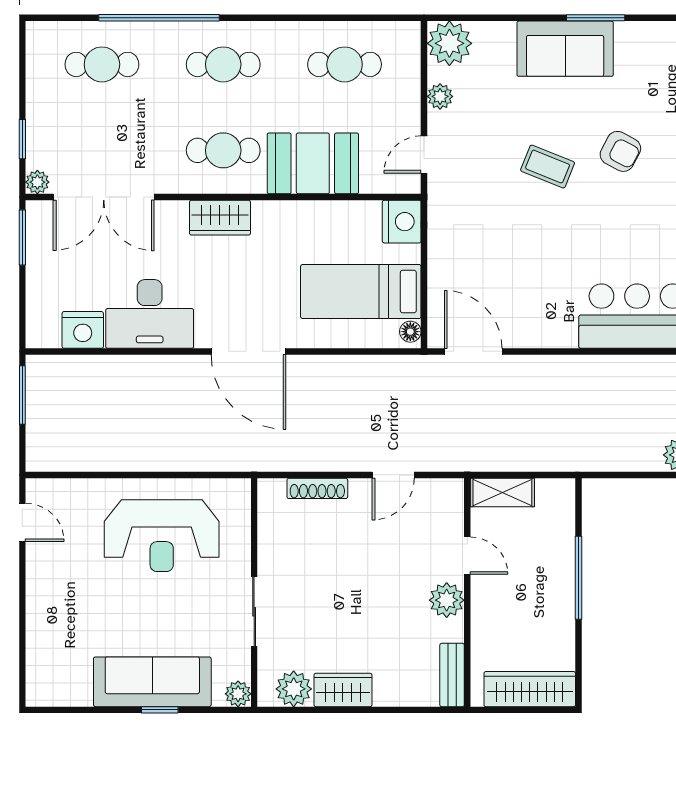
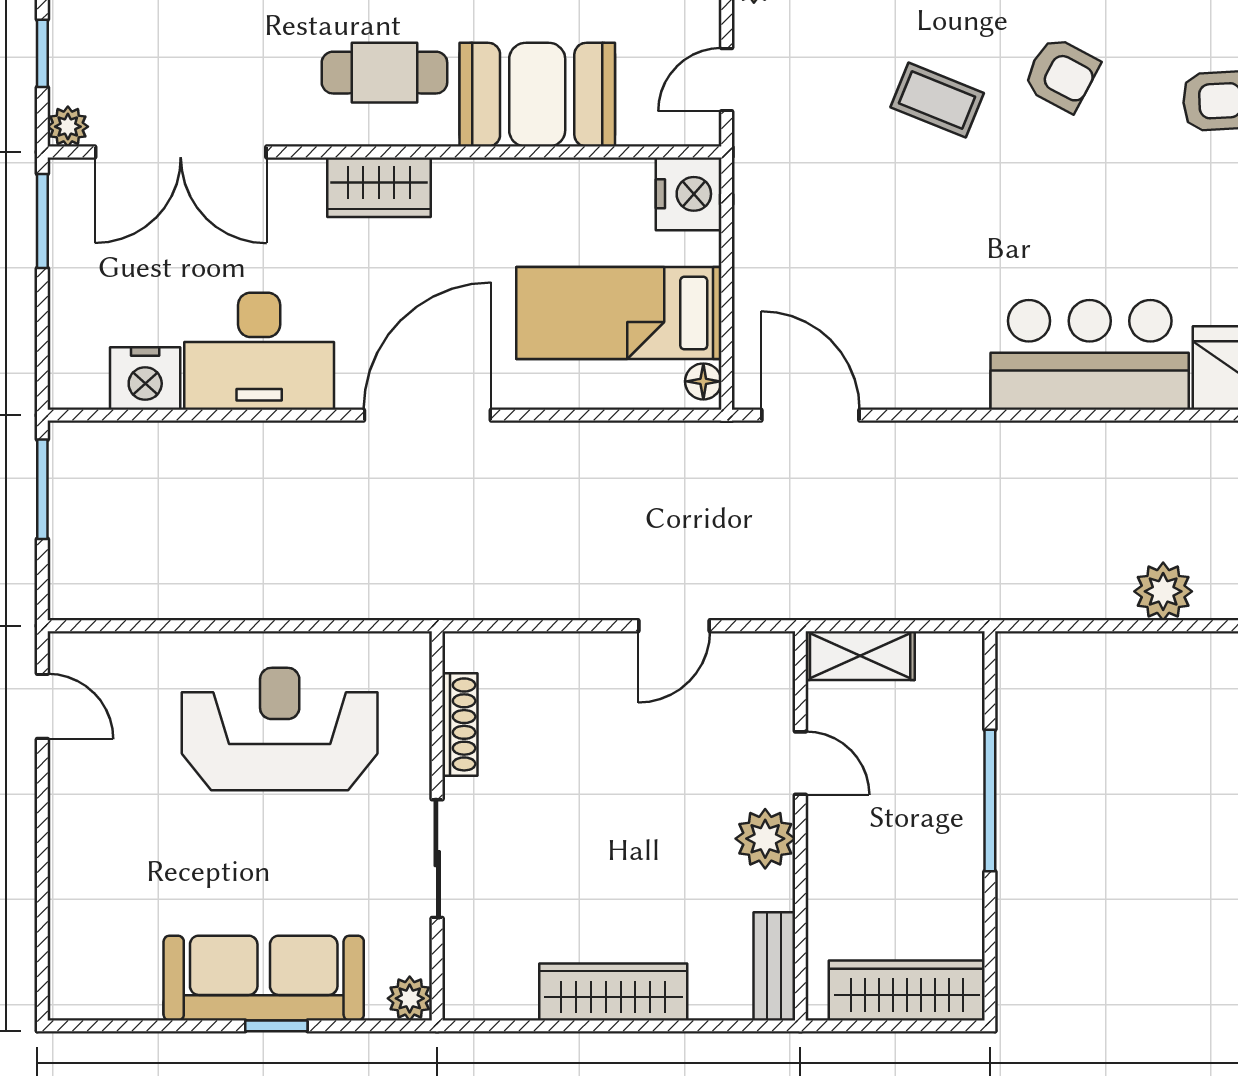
door: (248, 351) -> (427, 415), swing flipped
shoe rack: (317, 488) -> (460, 724), moved, turned -90
reception desk: (162, 536) -> (280, 729), turned 180
plant: (294, 689) -> (505, 990), removed
wardrobe: (343, 690) -> (613, 992), width x1.50

